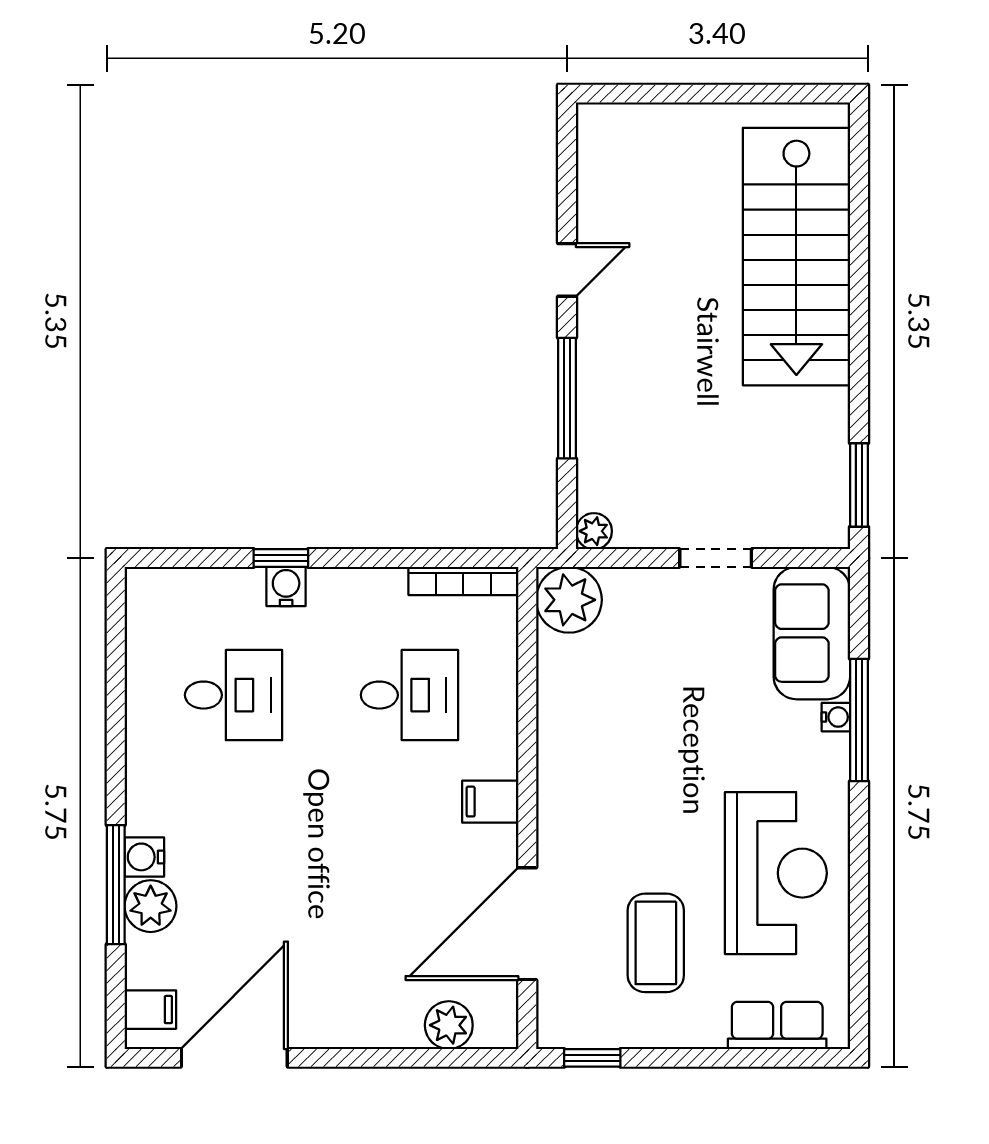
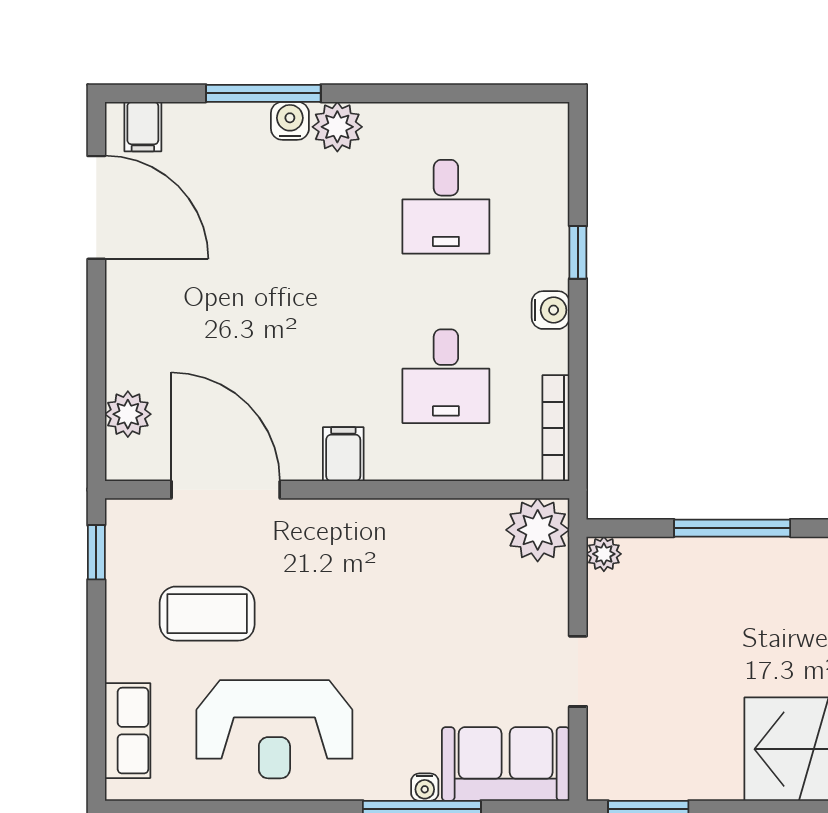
water cooler: (286, 587) -> (551, 310), moved
plant: (151, 906) -> (337, 127), moved

